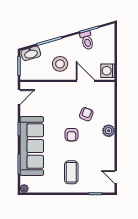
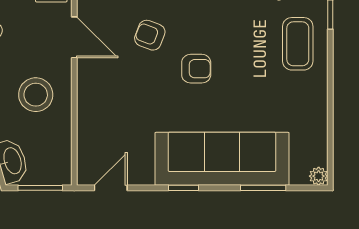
door: (85, 81) -> (74, 37), swing flipped
door: (19, 97) -> (111, 188), hinge flipped
coffee table: (71, 172) -> (298, 44), moved, turned 90

